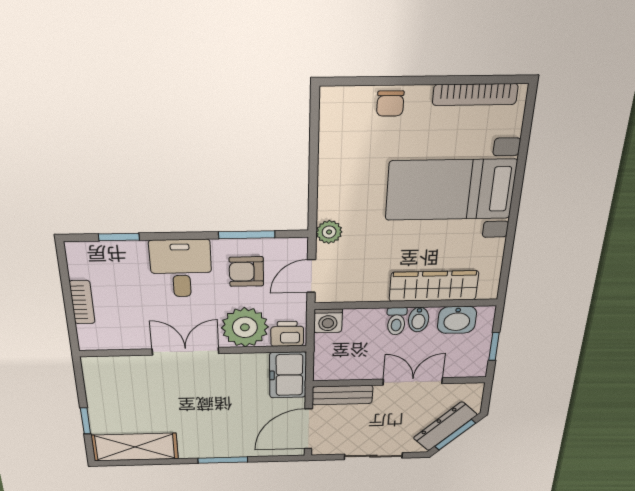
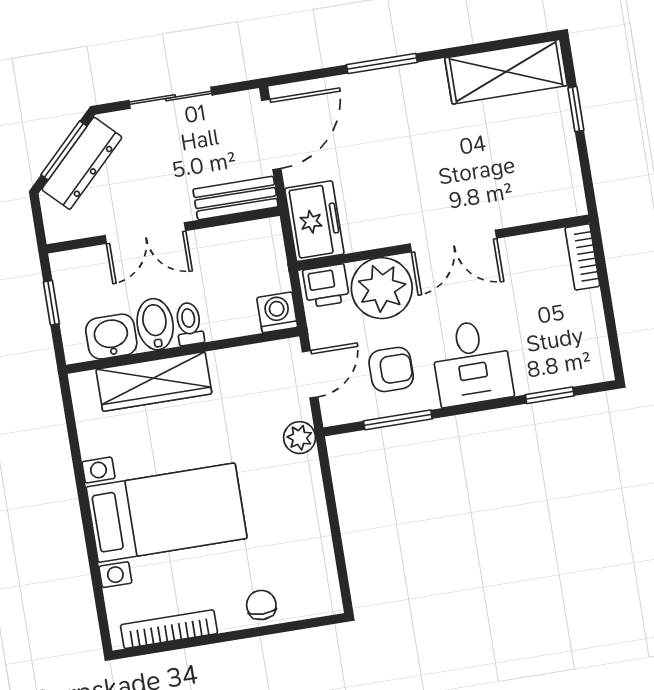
bookcase: (82, 302) -> (582, 257), moved
bidet: (419, 320) -> (155, 324), width x1.38, depth x1.36

